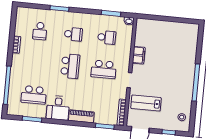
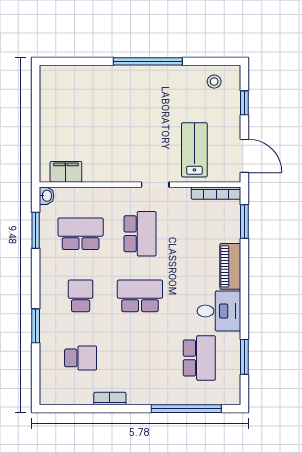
school desk: (107, 37) -> (81, 234), width x1.85
filing cabinet: (139, 55) -> (66, 172), moved
lab bench: (146, 103) -> (194, 150), turned 180

